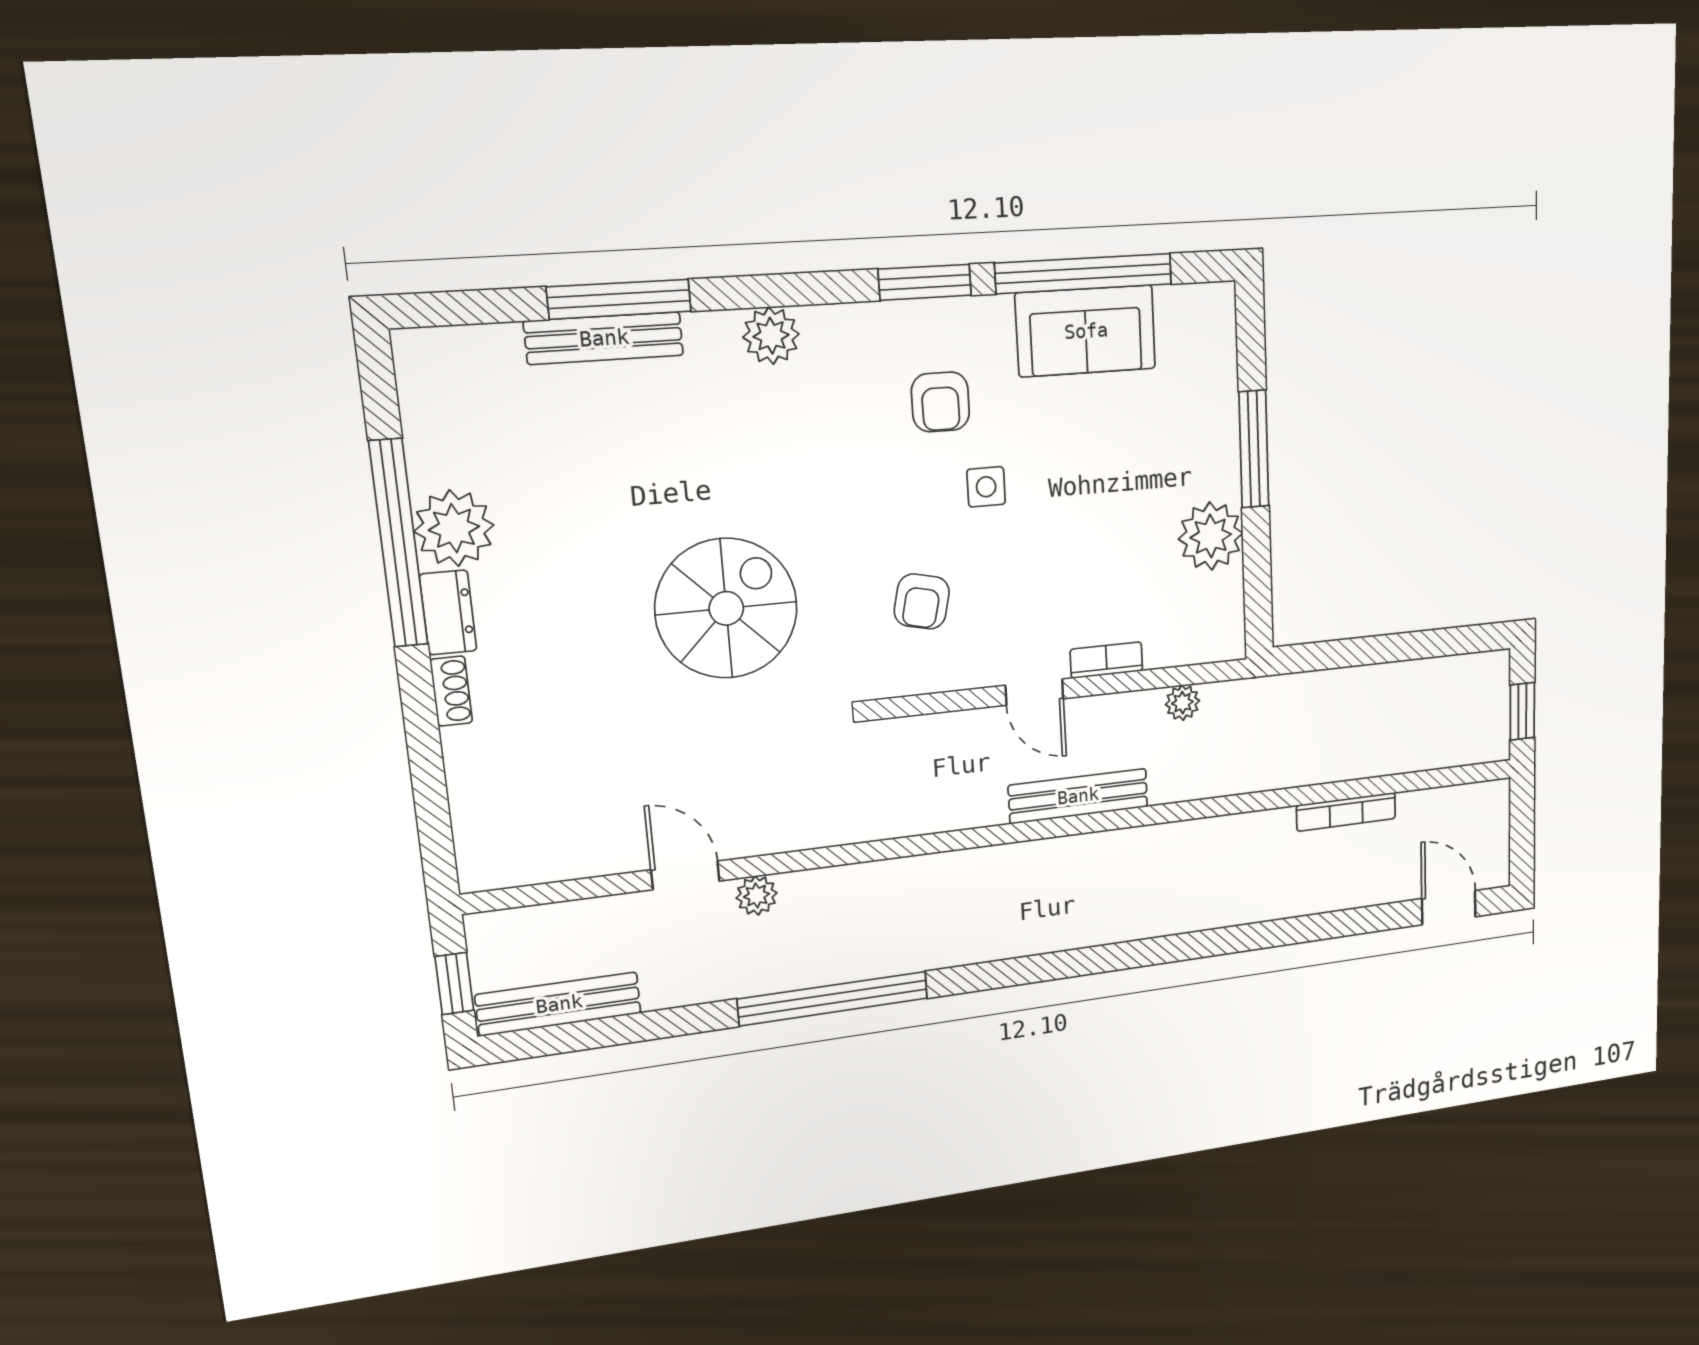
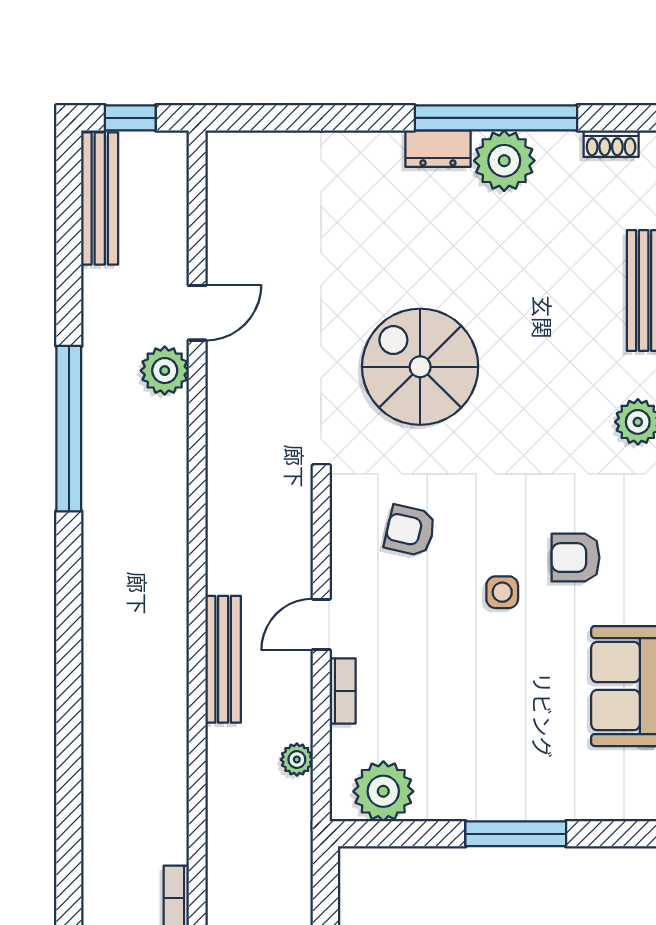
plant: (1211, 536) -> (383, 791), moved
spiral stairs: (726, 608) -> (420, 367), turned 180
shoe rack: (451, 691) -> (611, 144), moved
plant: (757, 895) -> (165, 371), width x1.38, depth x1.38

